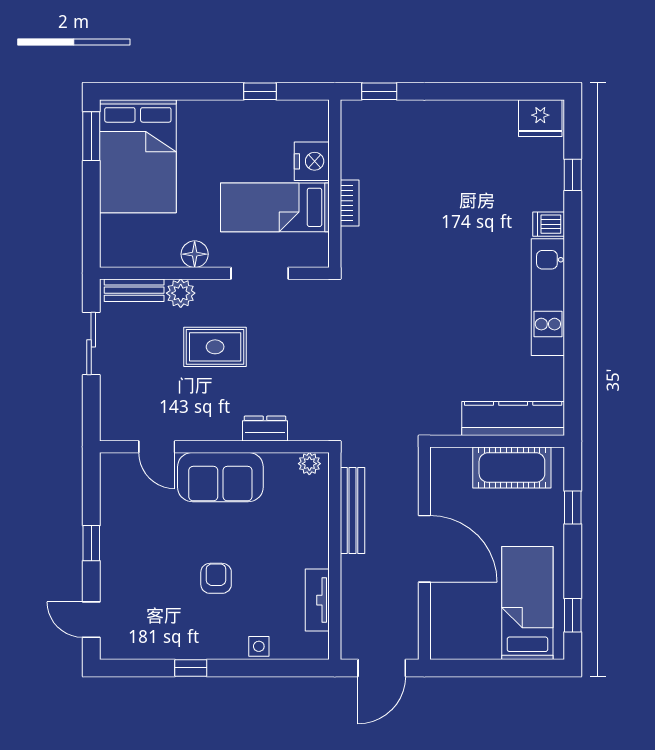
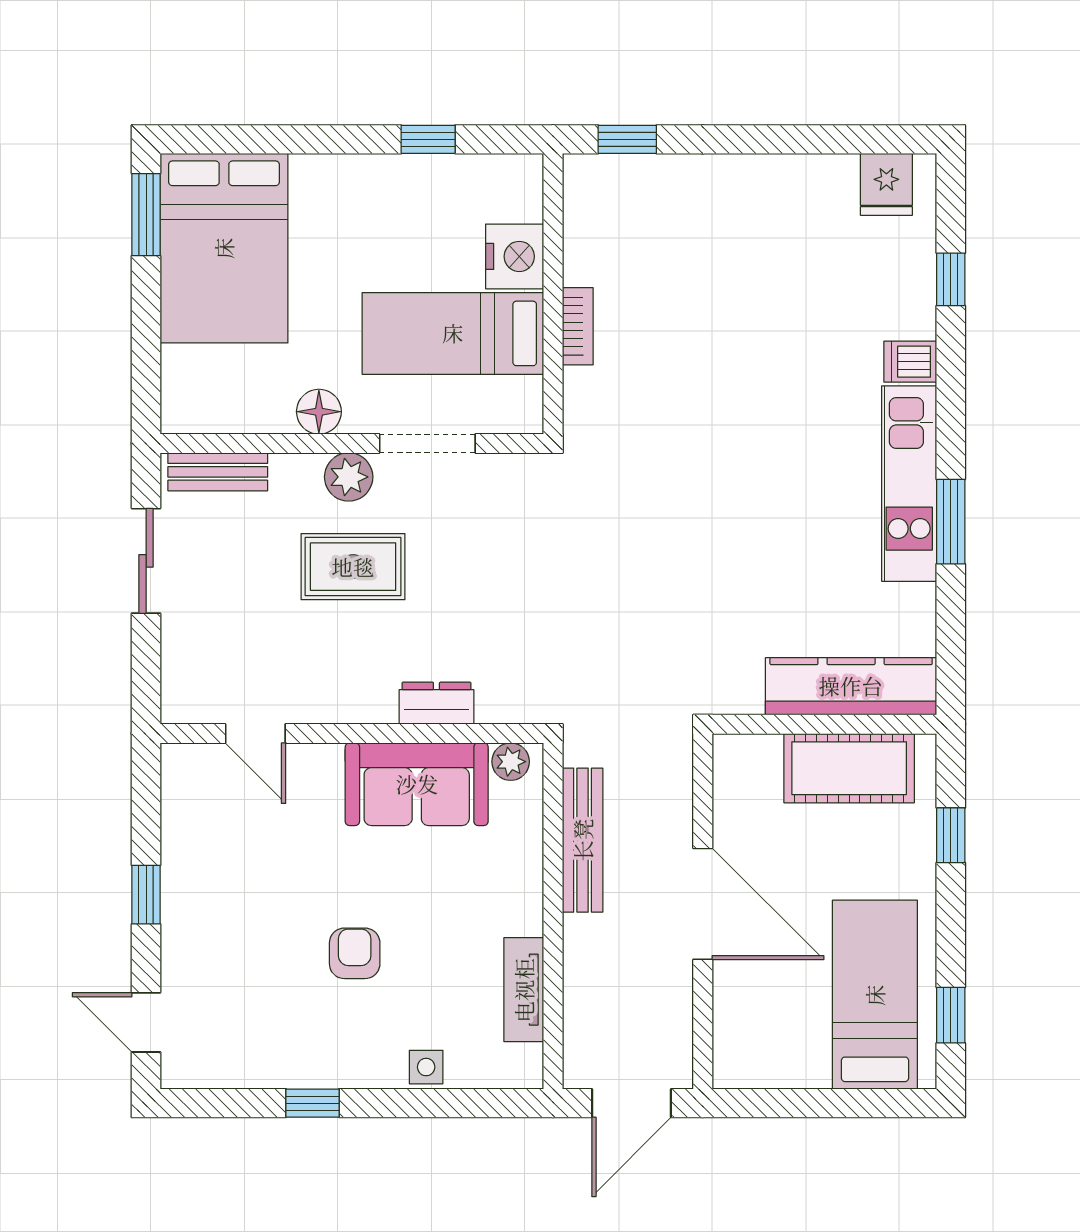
fridge: (540, 118) -> (886, 184), width x0.72
plant: (181, 293) -> (349, 477), moved
window: (573, 320) -> (951, 522), added
sofa: (220, 477) -> (417, 784), moved

